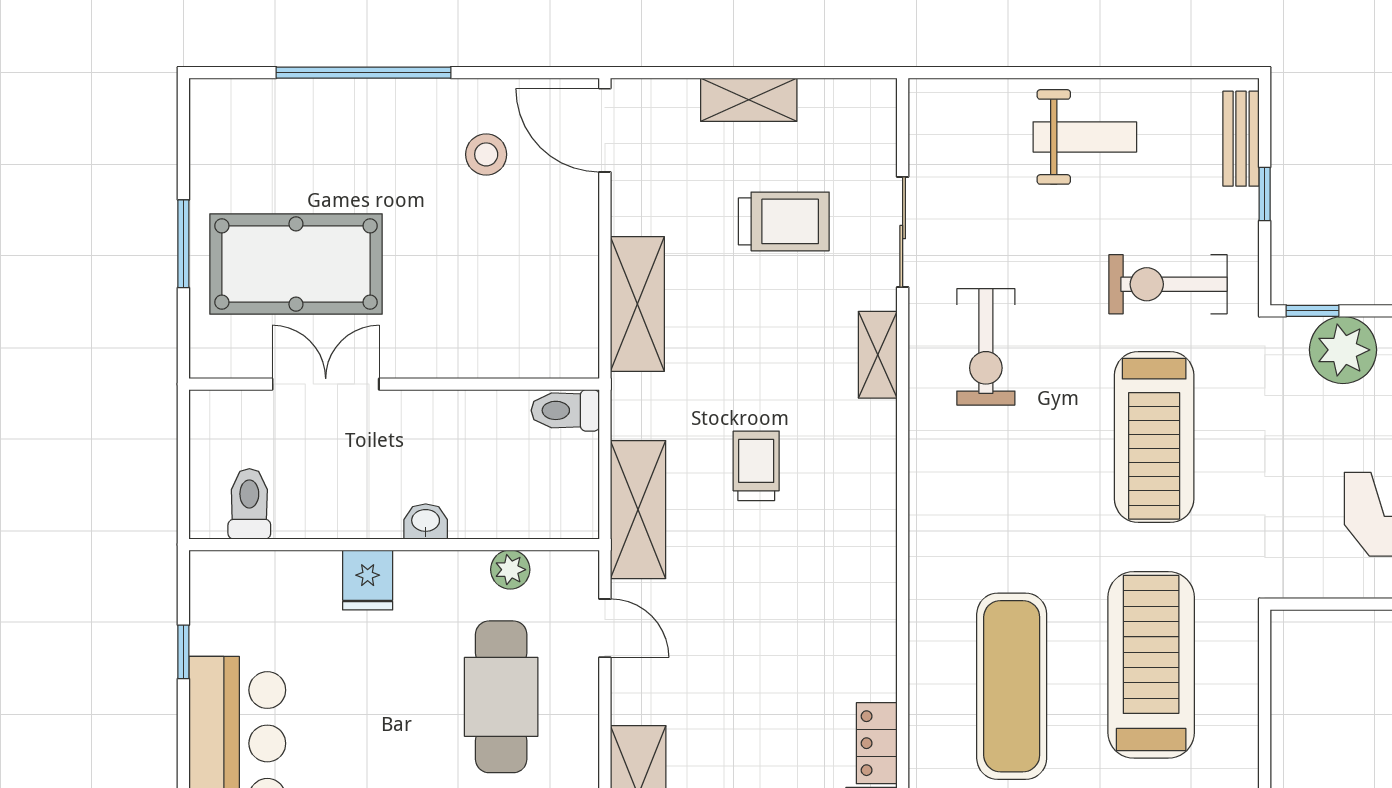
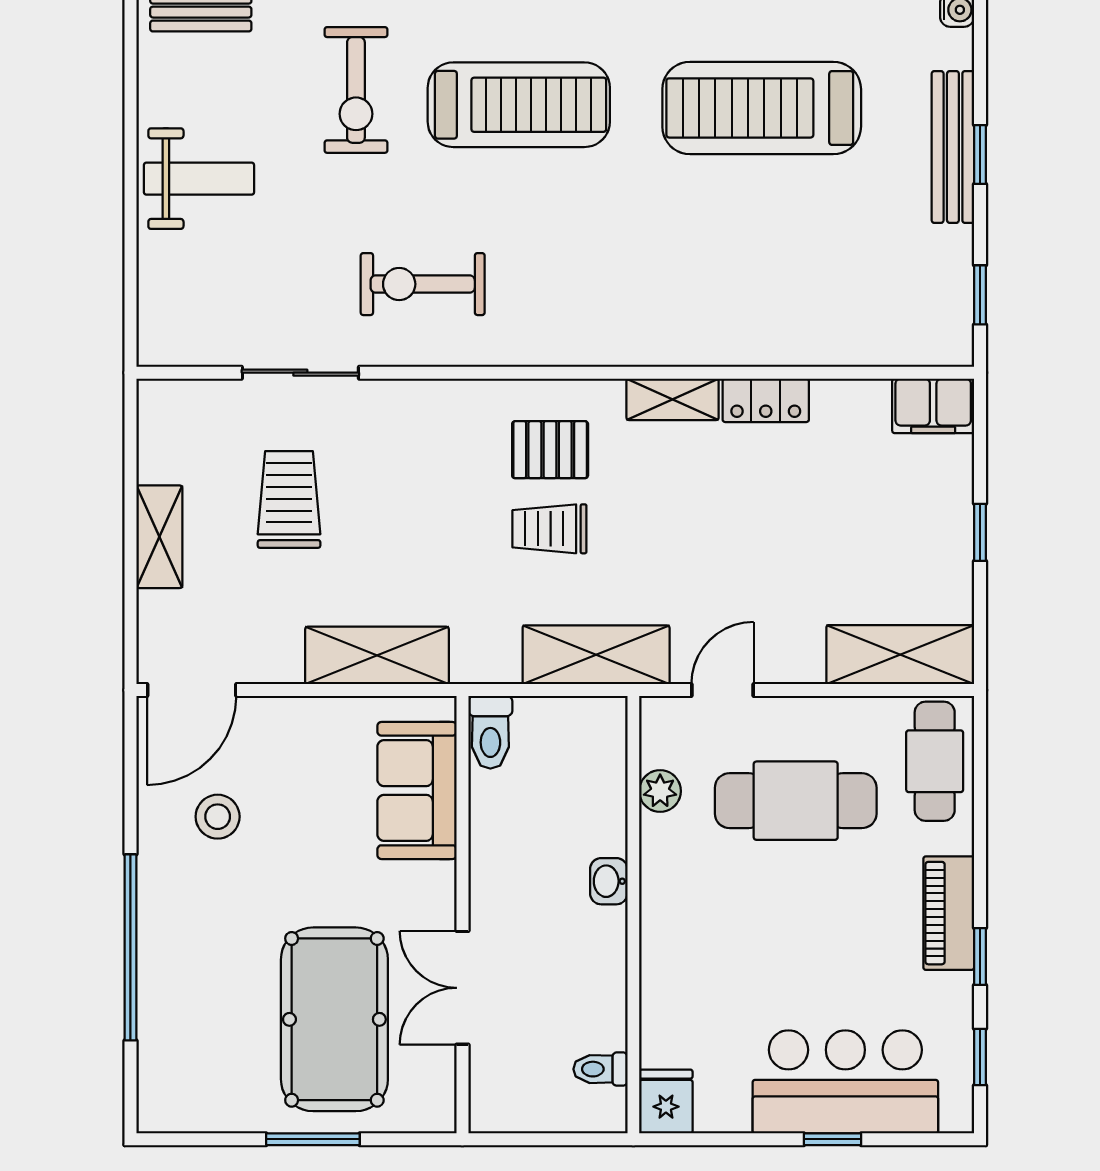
weight bench: (1085, 137) -> (199, 179), turned 90
sofa: (511, 341) -> (417, 790), added
exercise bike: (986, 347) -> (423, 284), turned 180
shelving: (878, 355) -> (673, 399), moved
pallet: (830, 466) -> (550, 450), added
toilet: (249, 504) -> (600, 1069), width x0.73, depth x0.72
fridge: (368, 580) -> (666, 1102), moved, turned -90
window: (183, 652) -> (833, 1139), moved
exercise mat: (1012, 686) -> (784, 257), removed
locker: (877, 743) -> (766, 400), moved

